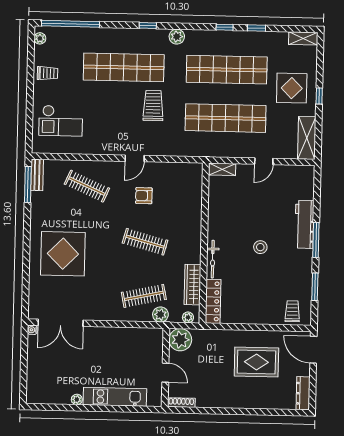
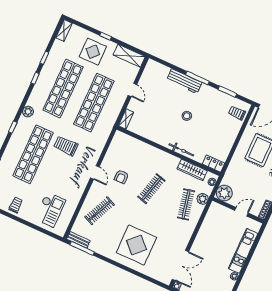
locker: (213, 301) -> (213, 164), width x0.66

